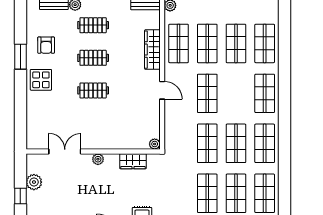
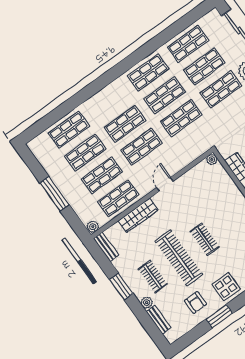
armchair: (46, 45) -> (195, 303), turned 90
clothes rail: (93, 58) -> (179, 258), width x1.86, depth x1.31
shop shelf: (265, 93) -> (125, 124), moved

